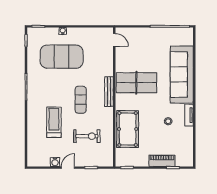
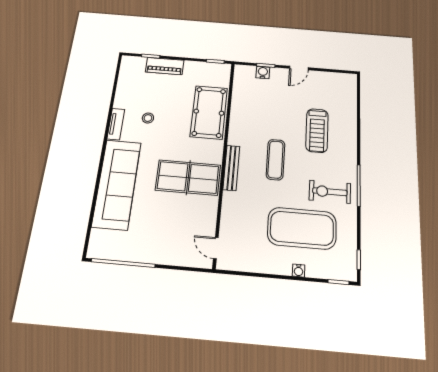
exercise bike: (87, 136) -> (330, 192), moved
water cooler: (55, 162) -> (263, 72), moved

